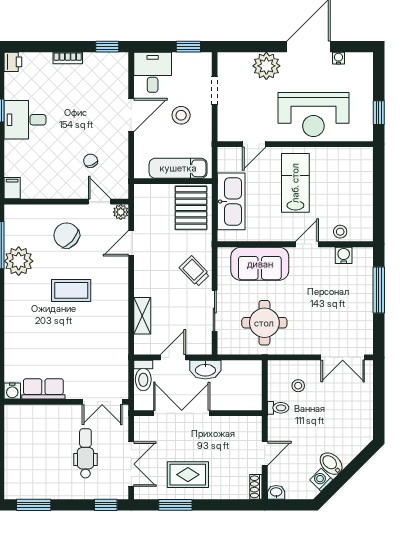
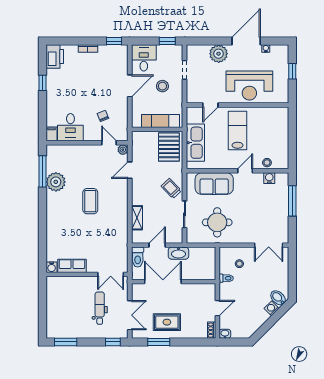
printer: (13, 62) -> (55, 57), width x1.87, depth x1.48
window: (379, 113) -> (292, 71), moved
desk: (25, 120) -> (70, 127), moved, turned -90
chair: (67, 235) -> (87, 165), removed
coffee table: (71, 290) -> (90, 201), turned 90
bidet: (331, 464) -> (278, 298), moved
washing machine: (321, 480) -> (272, 308), moved

